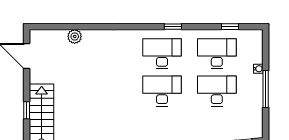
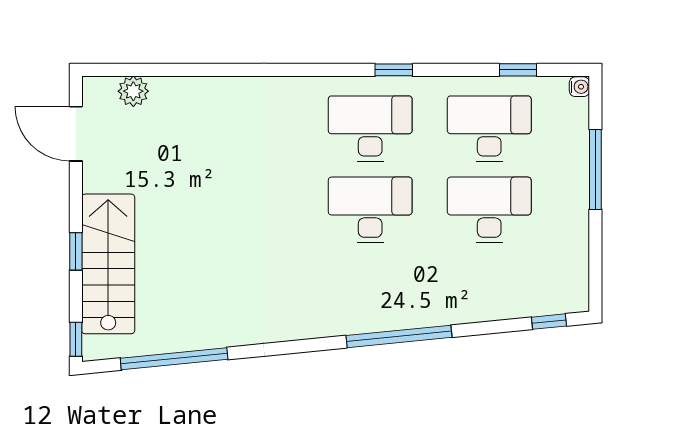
plant: (75, 36) -> (133, 91), moved
water cooler: (258, 69) -> (579, 87), moved
window: (266, 89) -> (595, 169), moved

